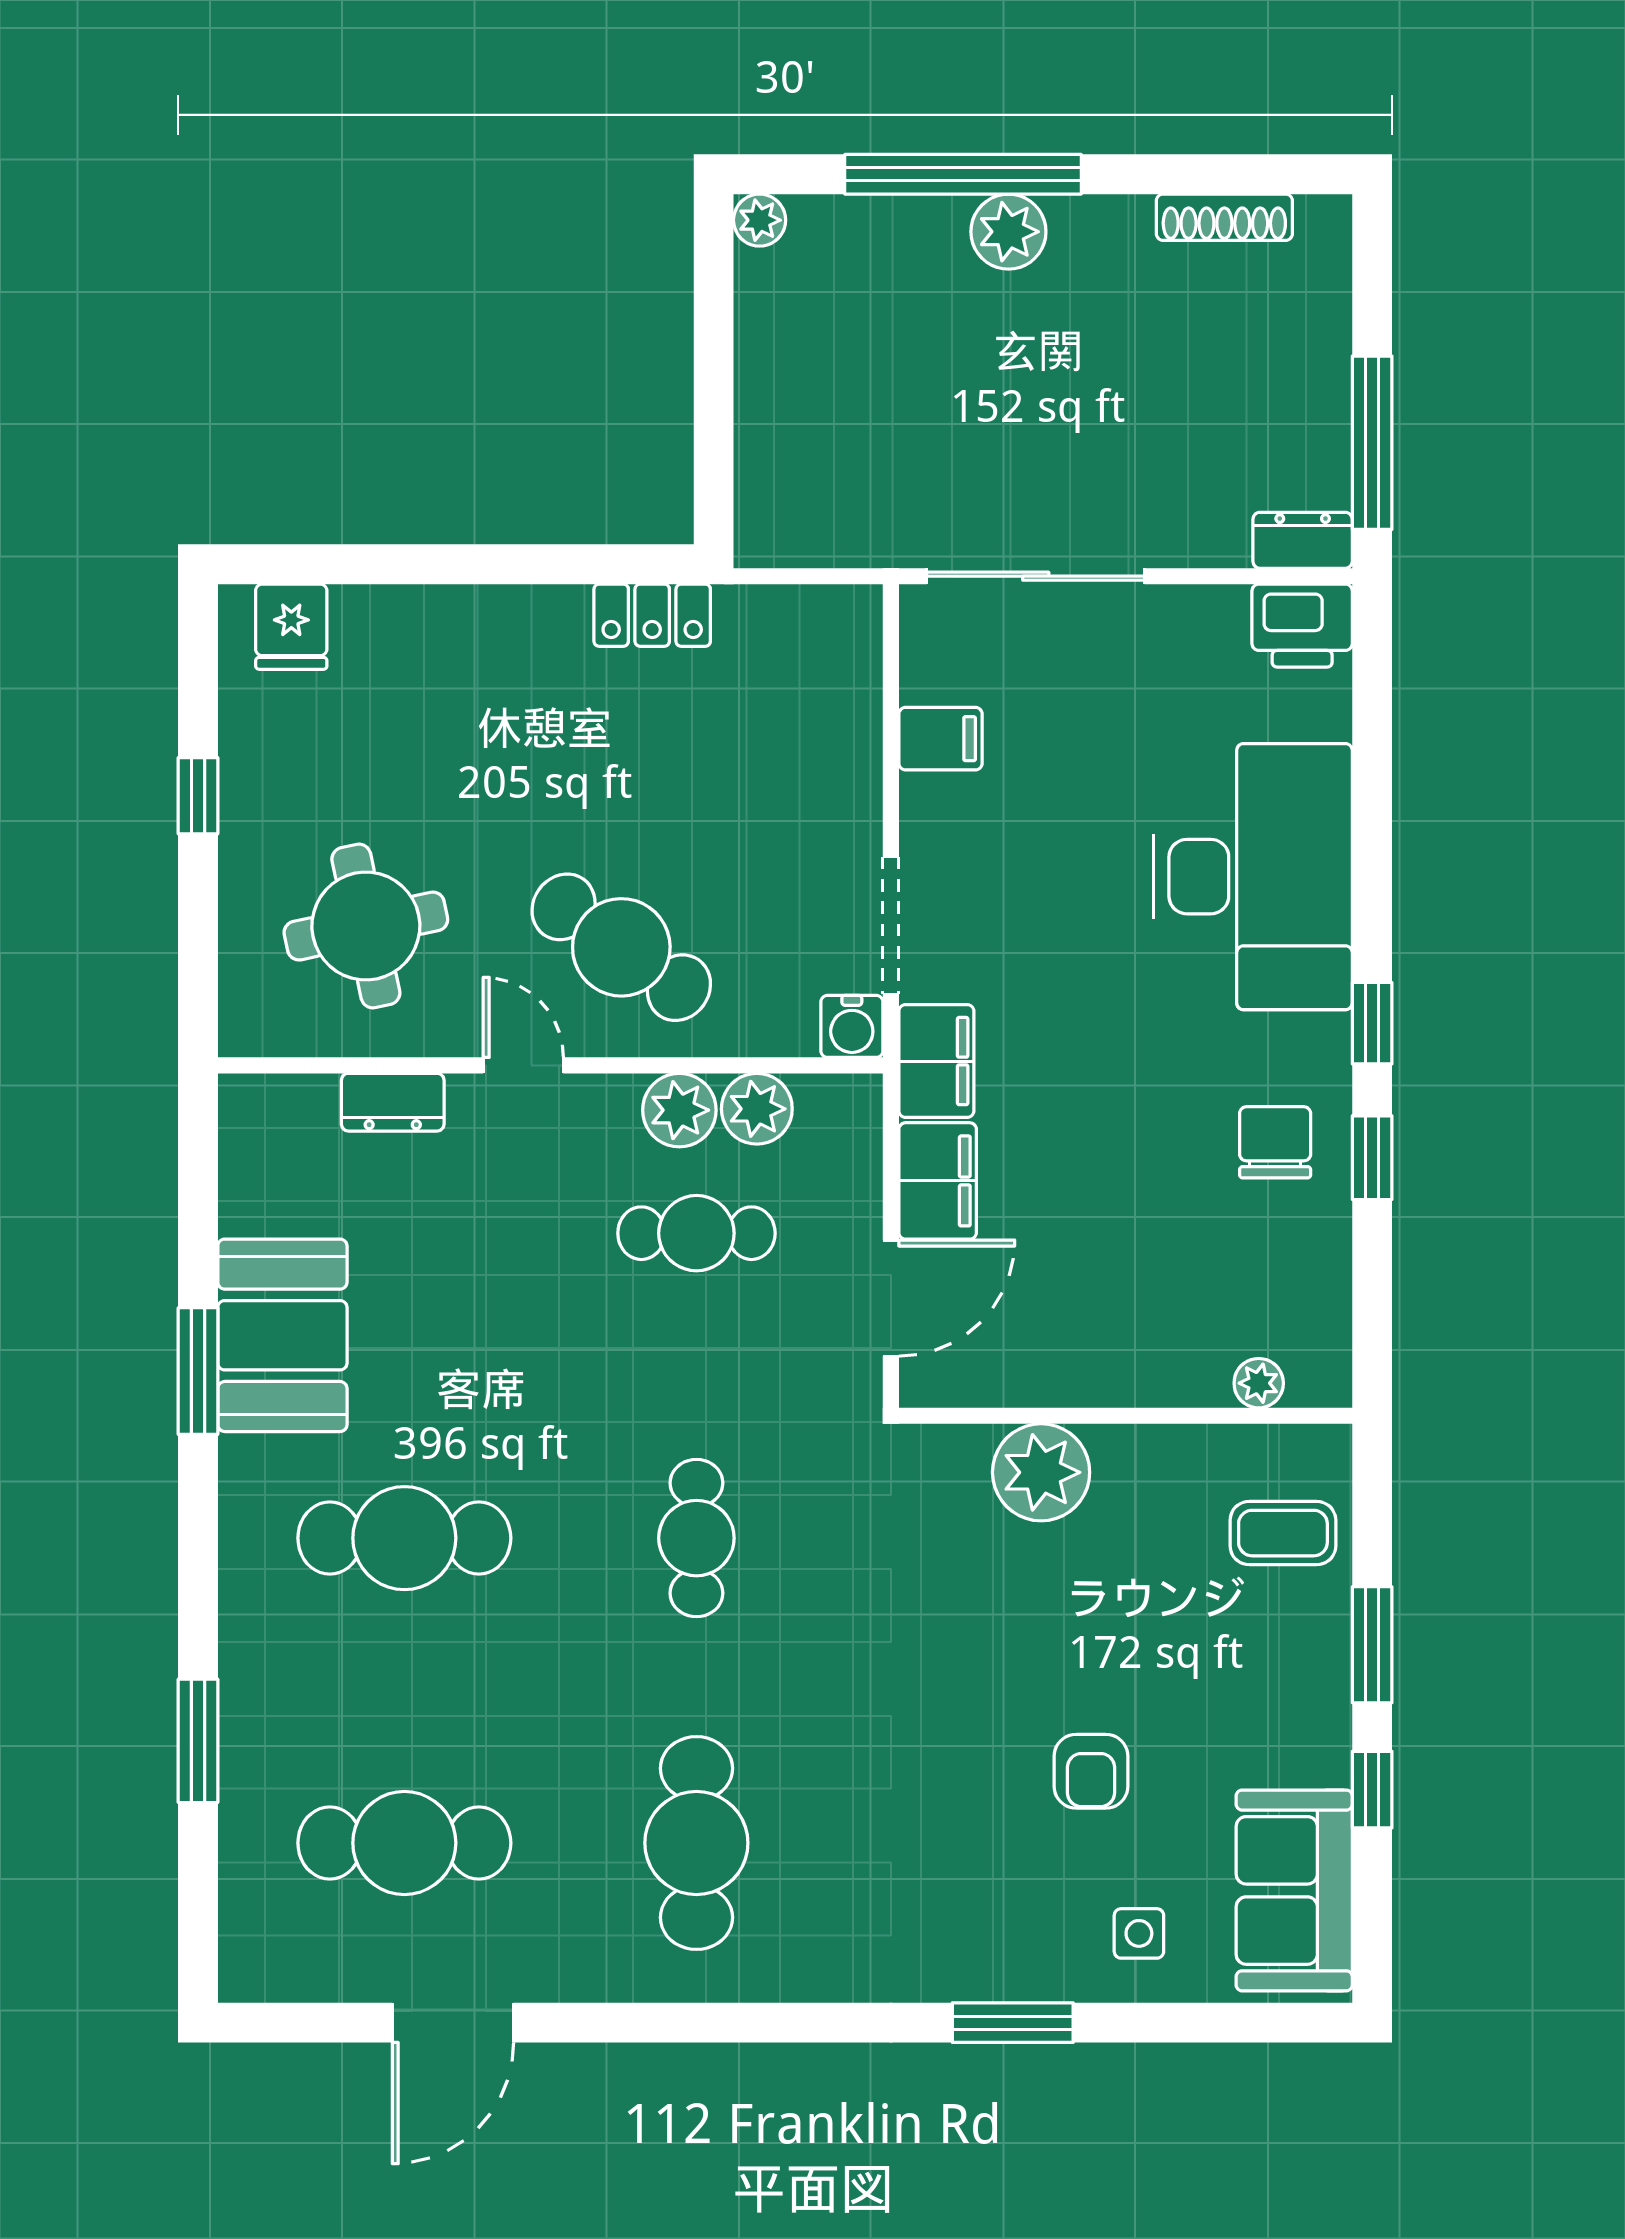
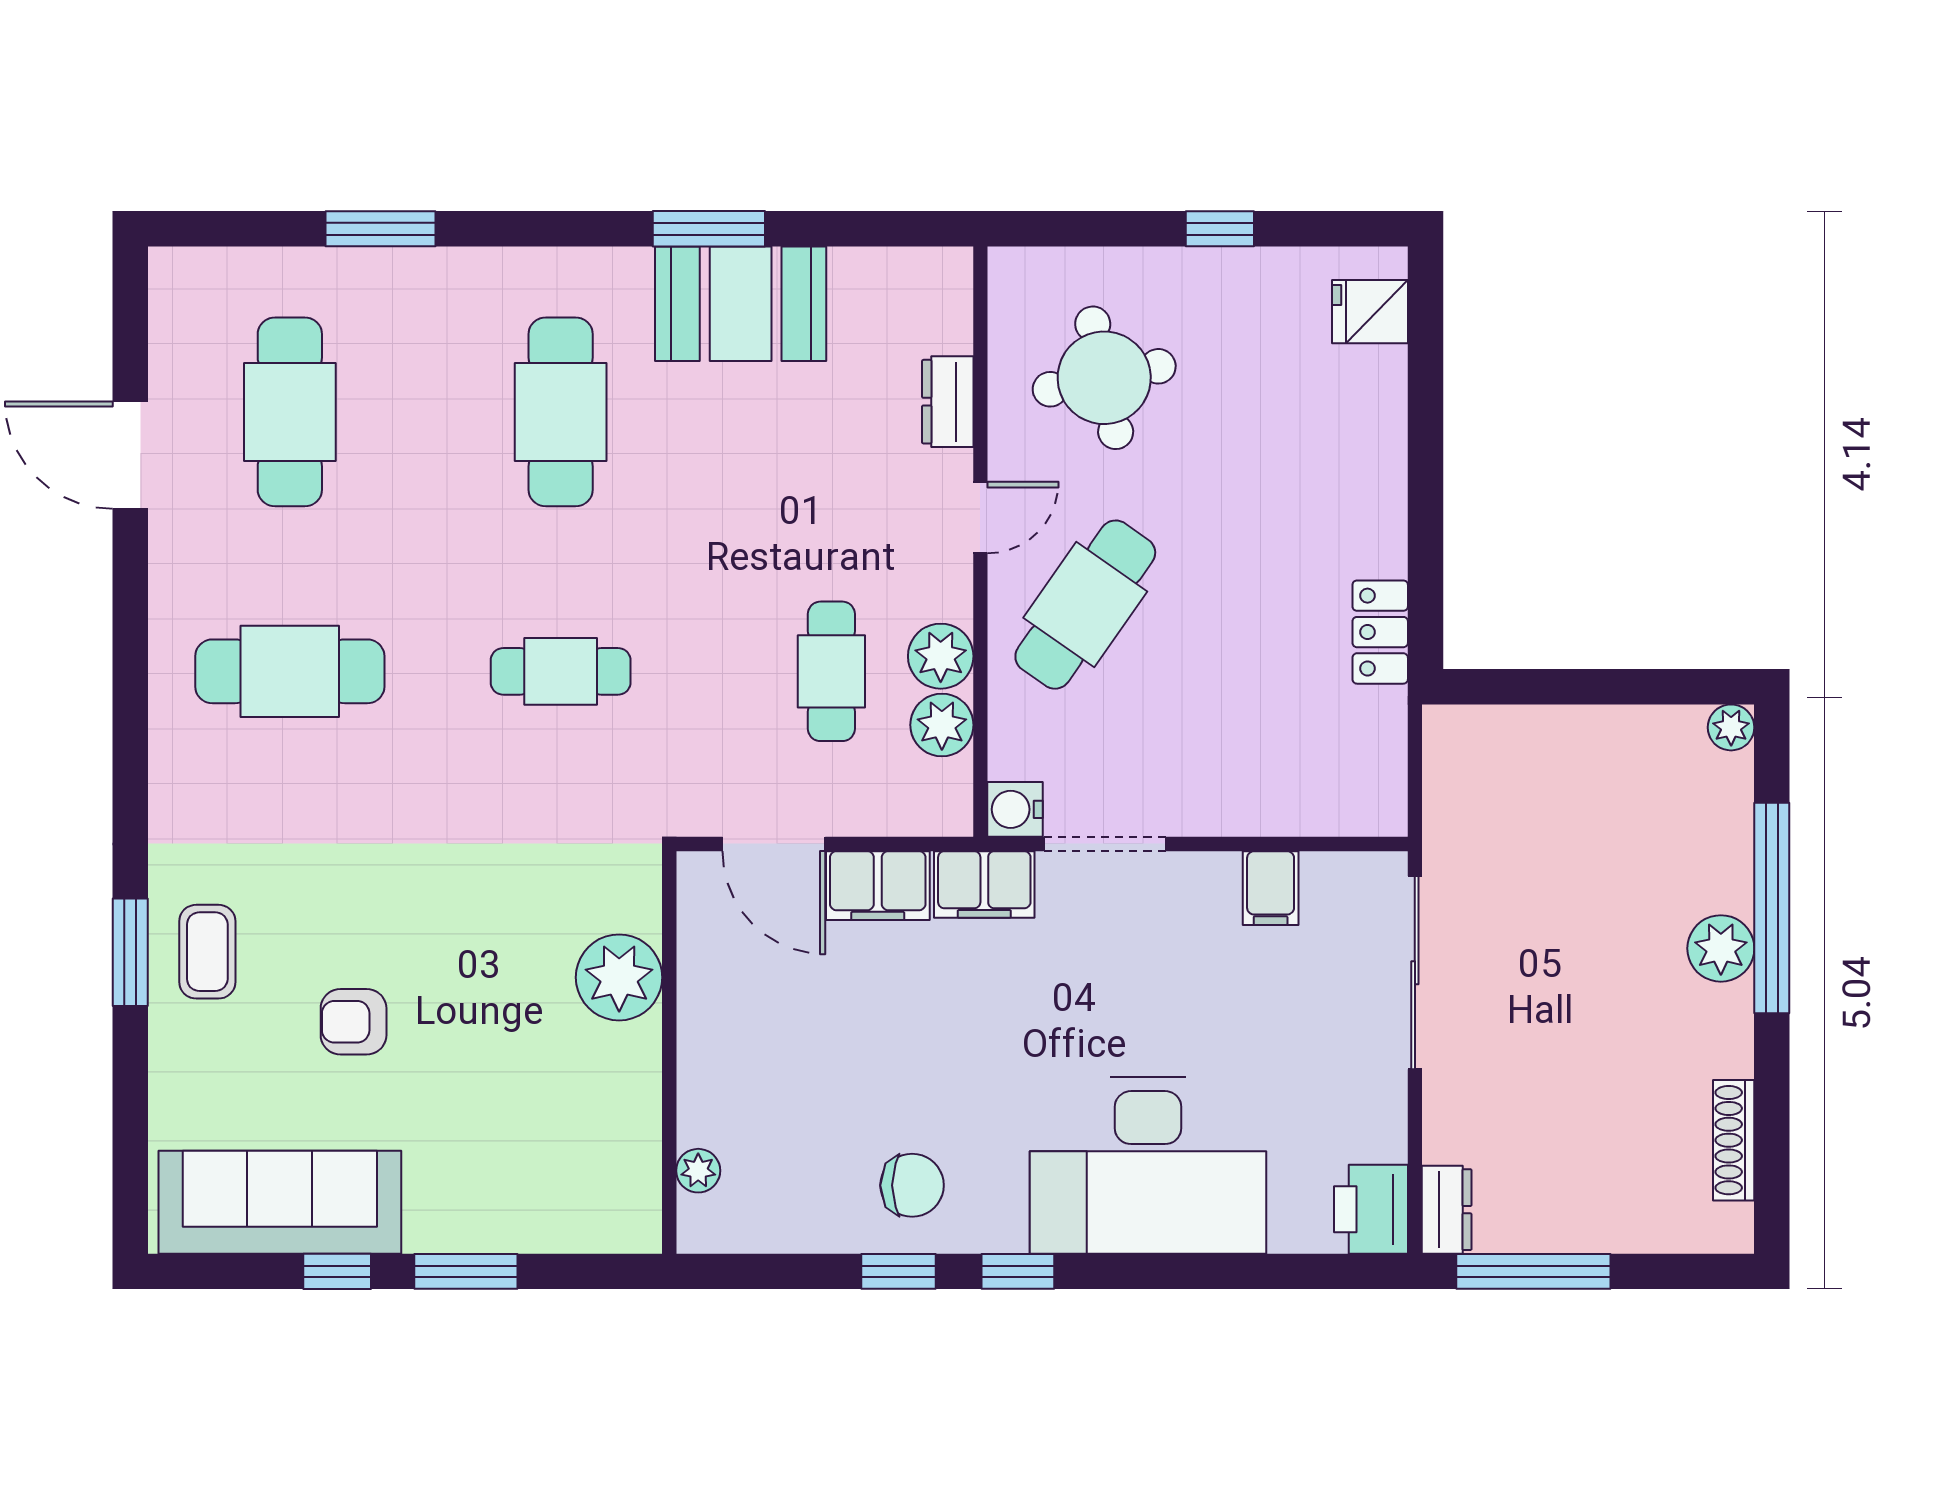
coffee table: (1283, 1533) -> (207, 952), moved
sofa: (1294, 1890) -> (280, 1202), width x1.36
side table: (1139, 1933) -> (209, 1064), removed

